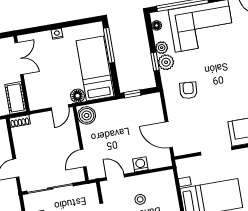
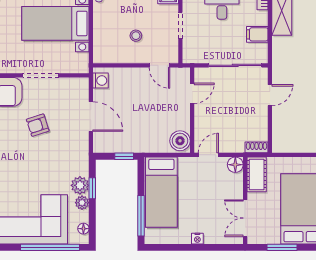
armchair: (188, 90) -> (38, 125), moved, turned 67
floor lamp: (78, 96) -> (235, 165), moved
door: (169, 135) -> (91, 117), moved
washing machine: (140, 164) -> (101, 81), moved, turned -90

